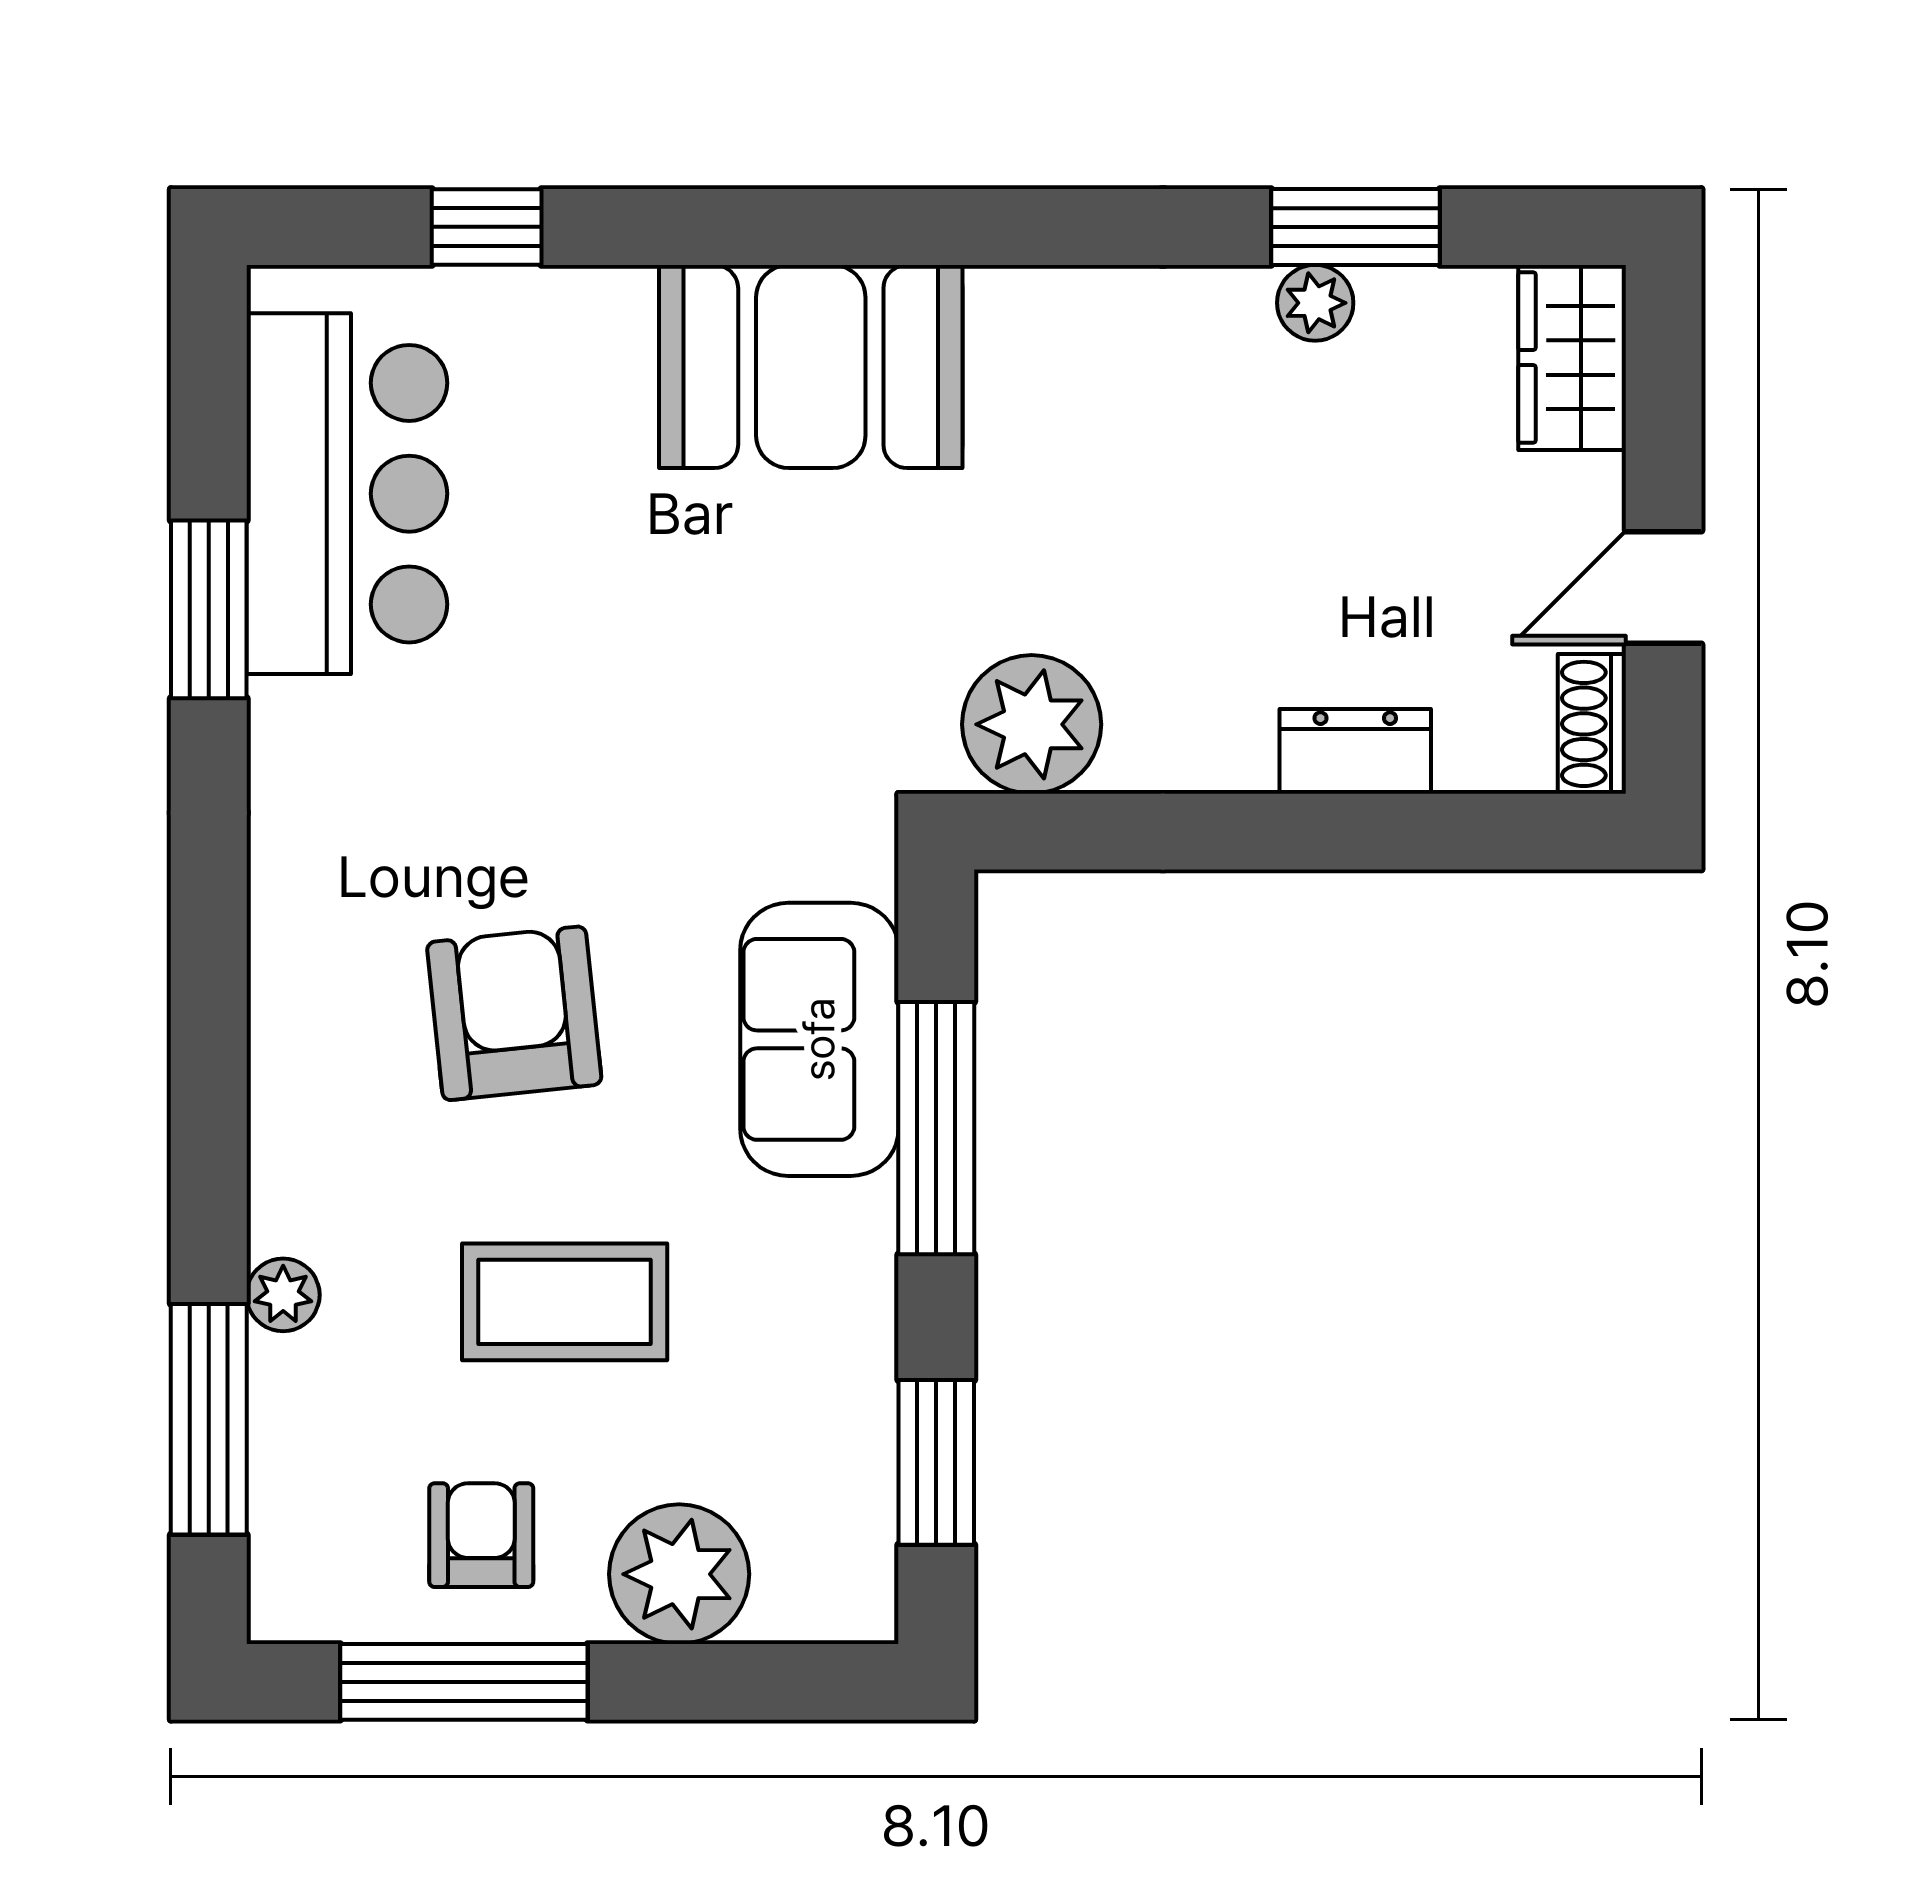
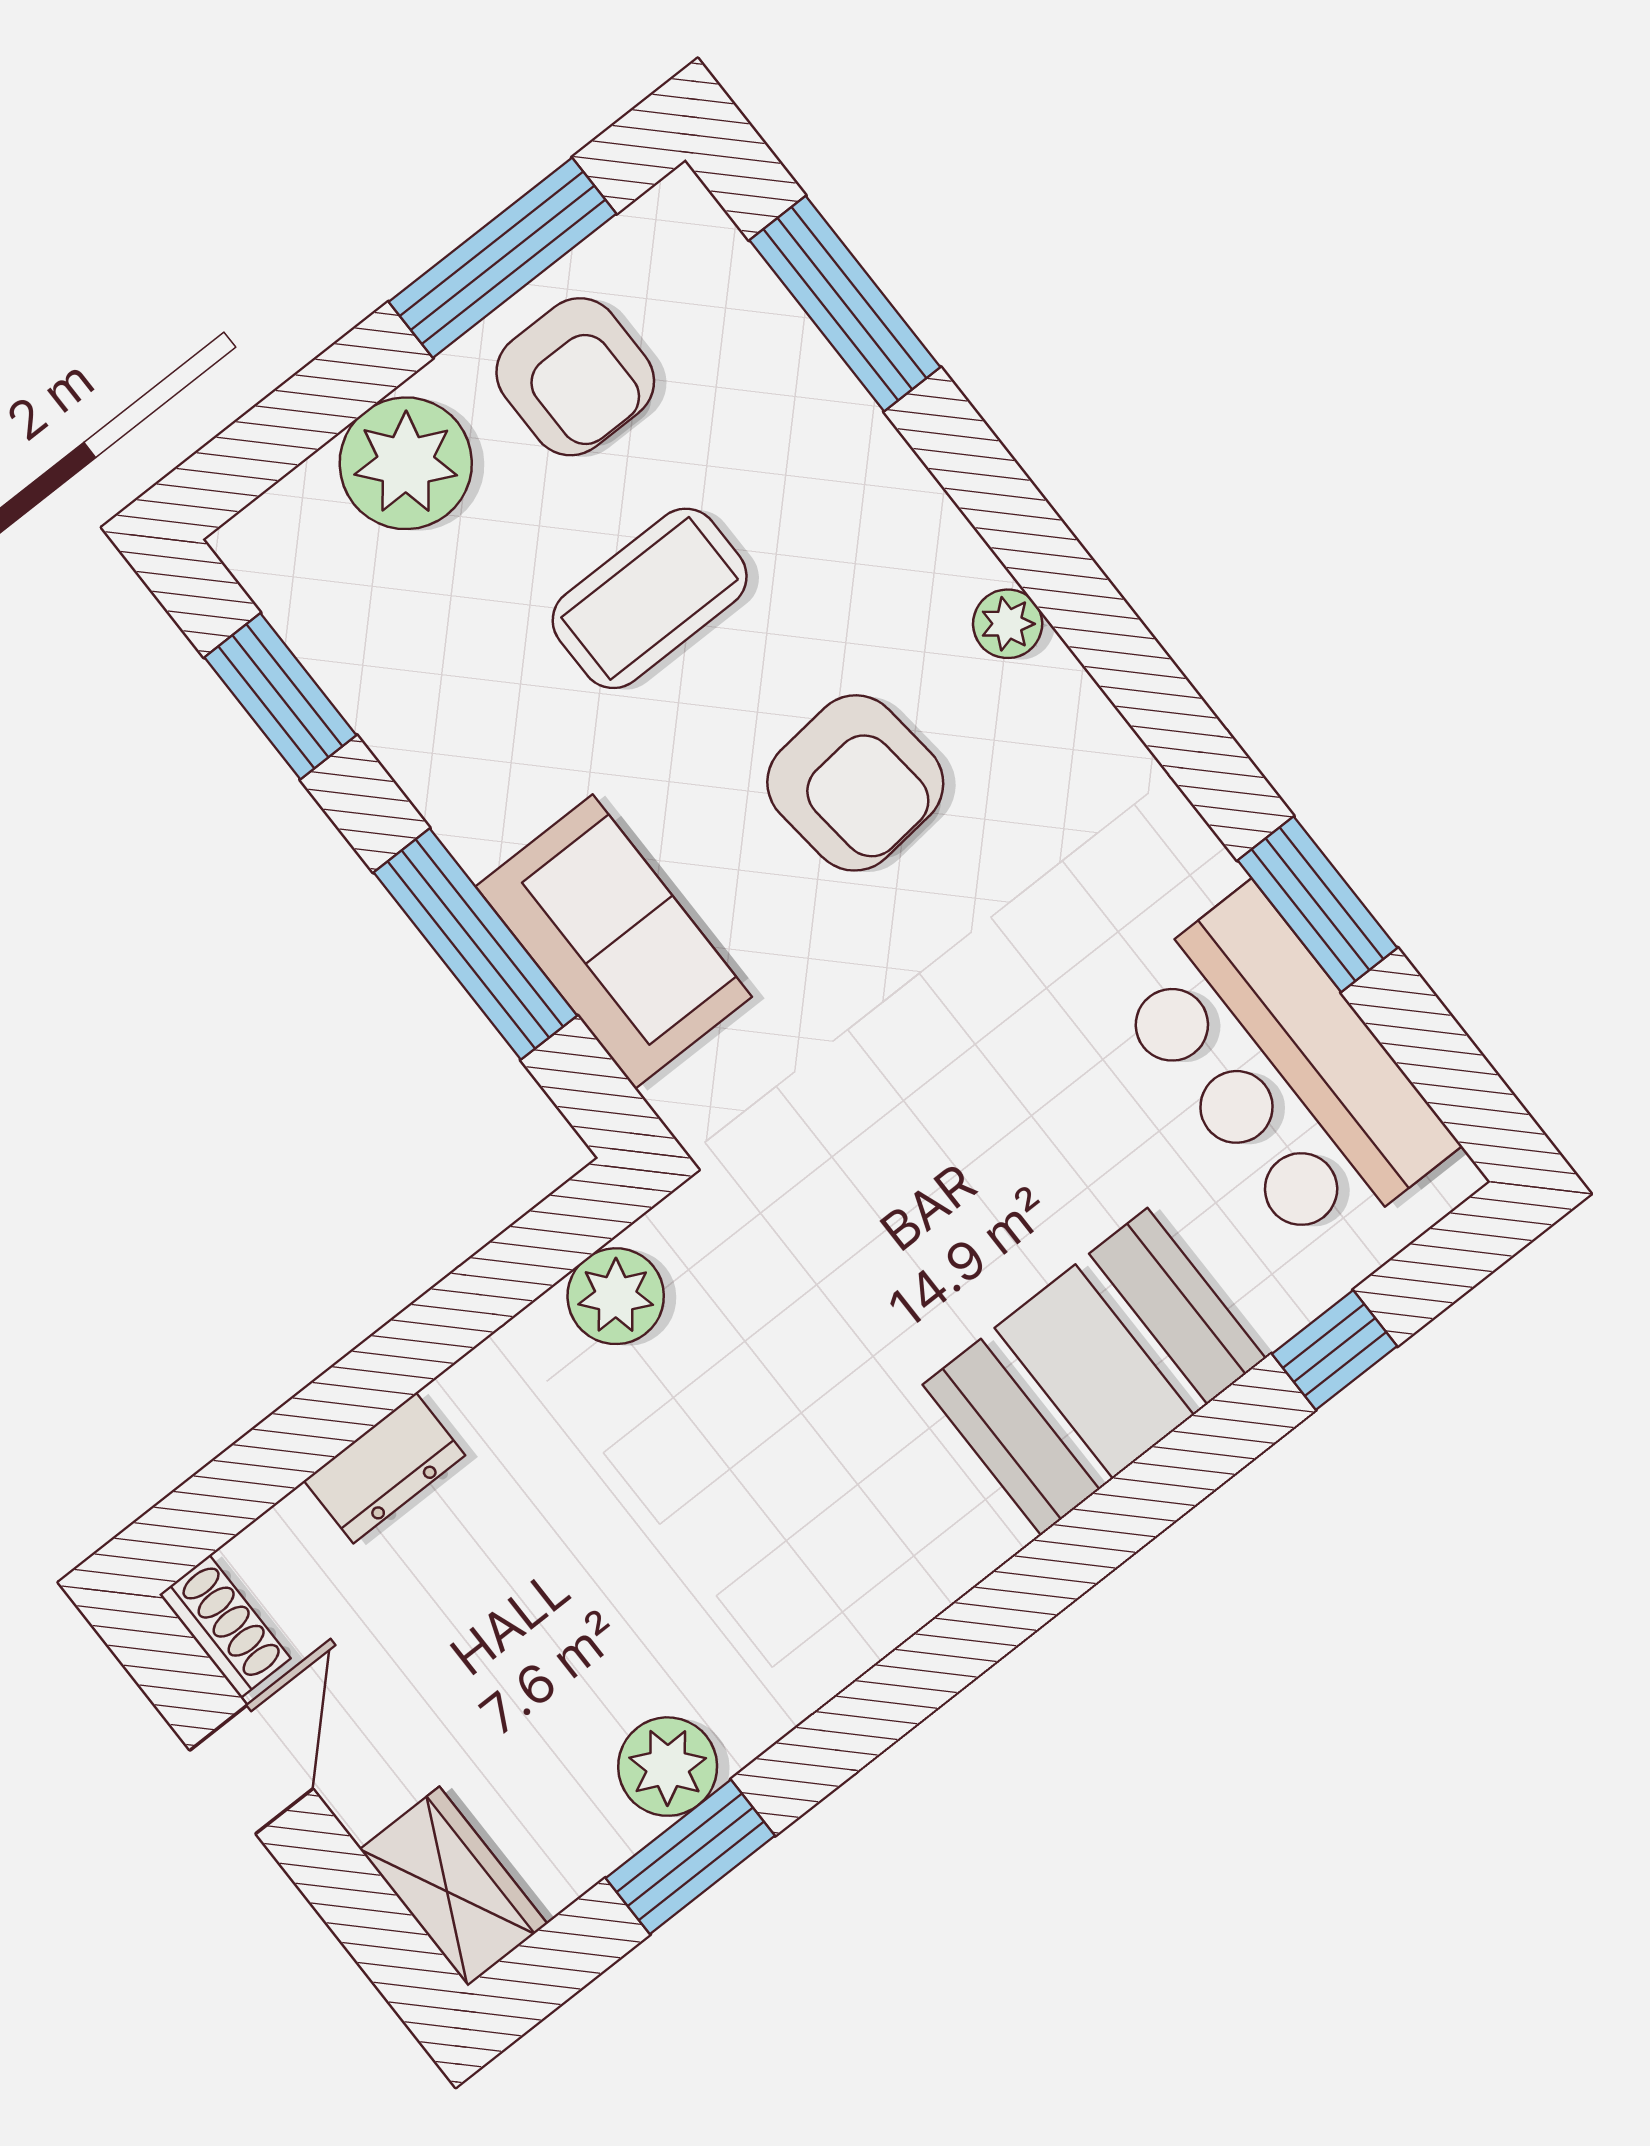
plant: (1315, 303) -> (668, 1767), width x1.38, depth x1.38
booth: (811, 366) -> (1094, 1372), moved
plant: (1032, 724) -> (616, 1296), width x0.73, depth x0.73
plant: (283, 1295) -> (1008, 624), moved
armchair: (481, 1535) -> (575, 377), width x1.38, depth x1.38

